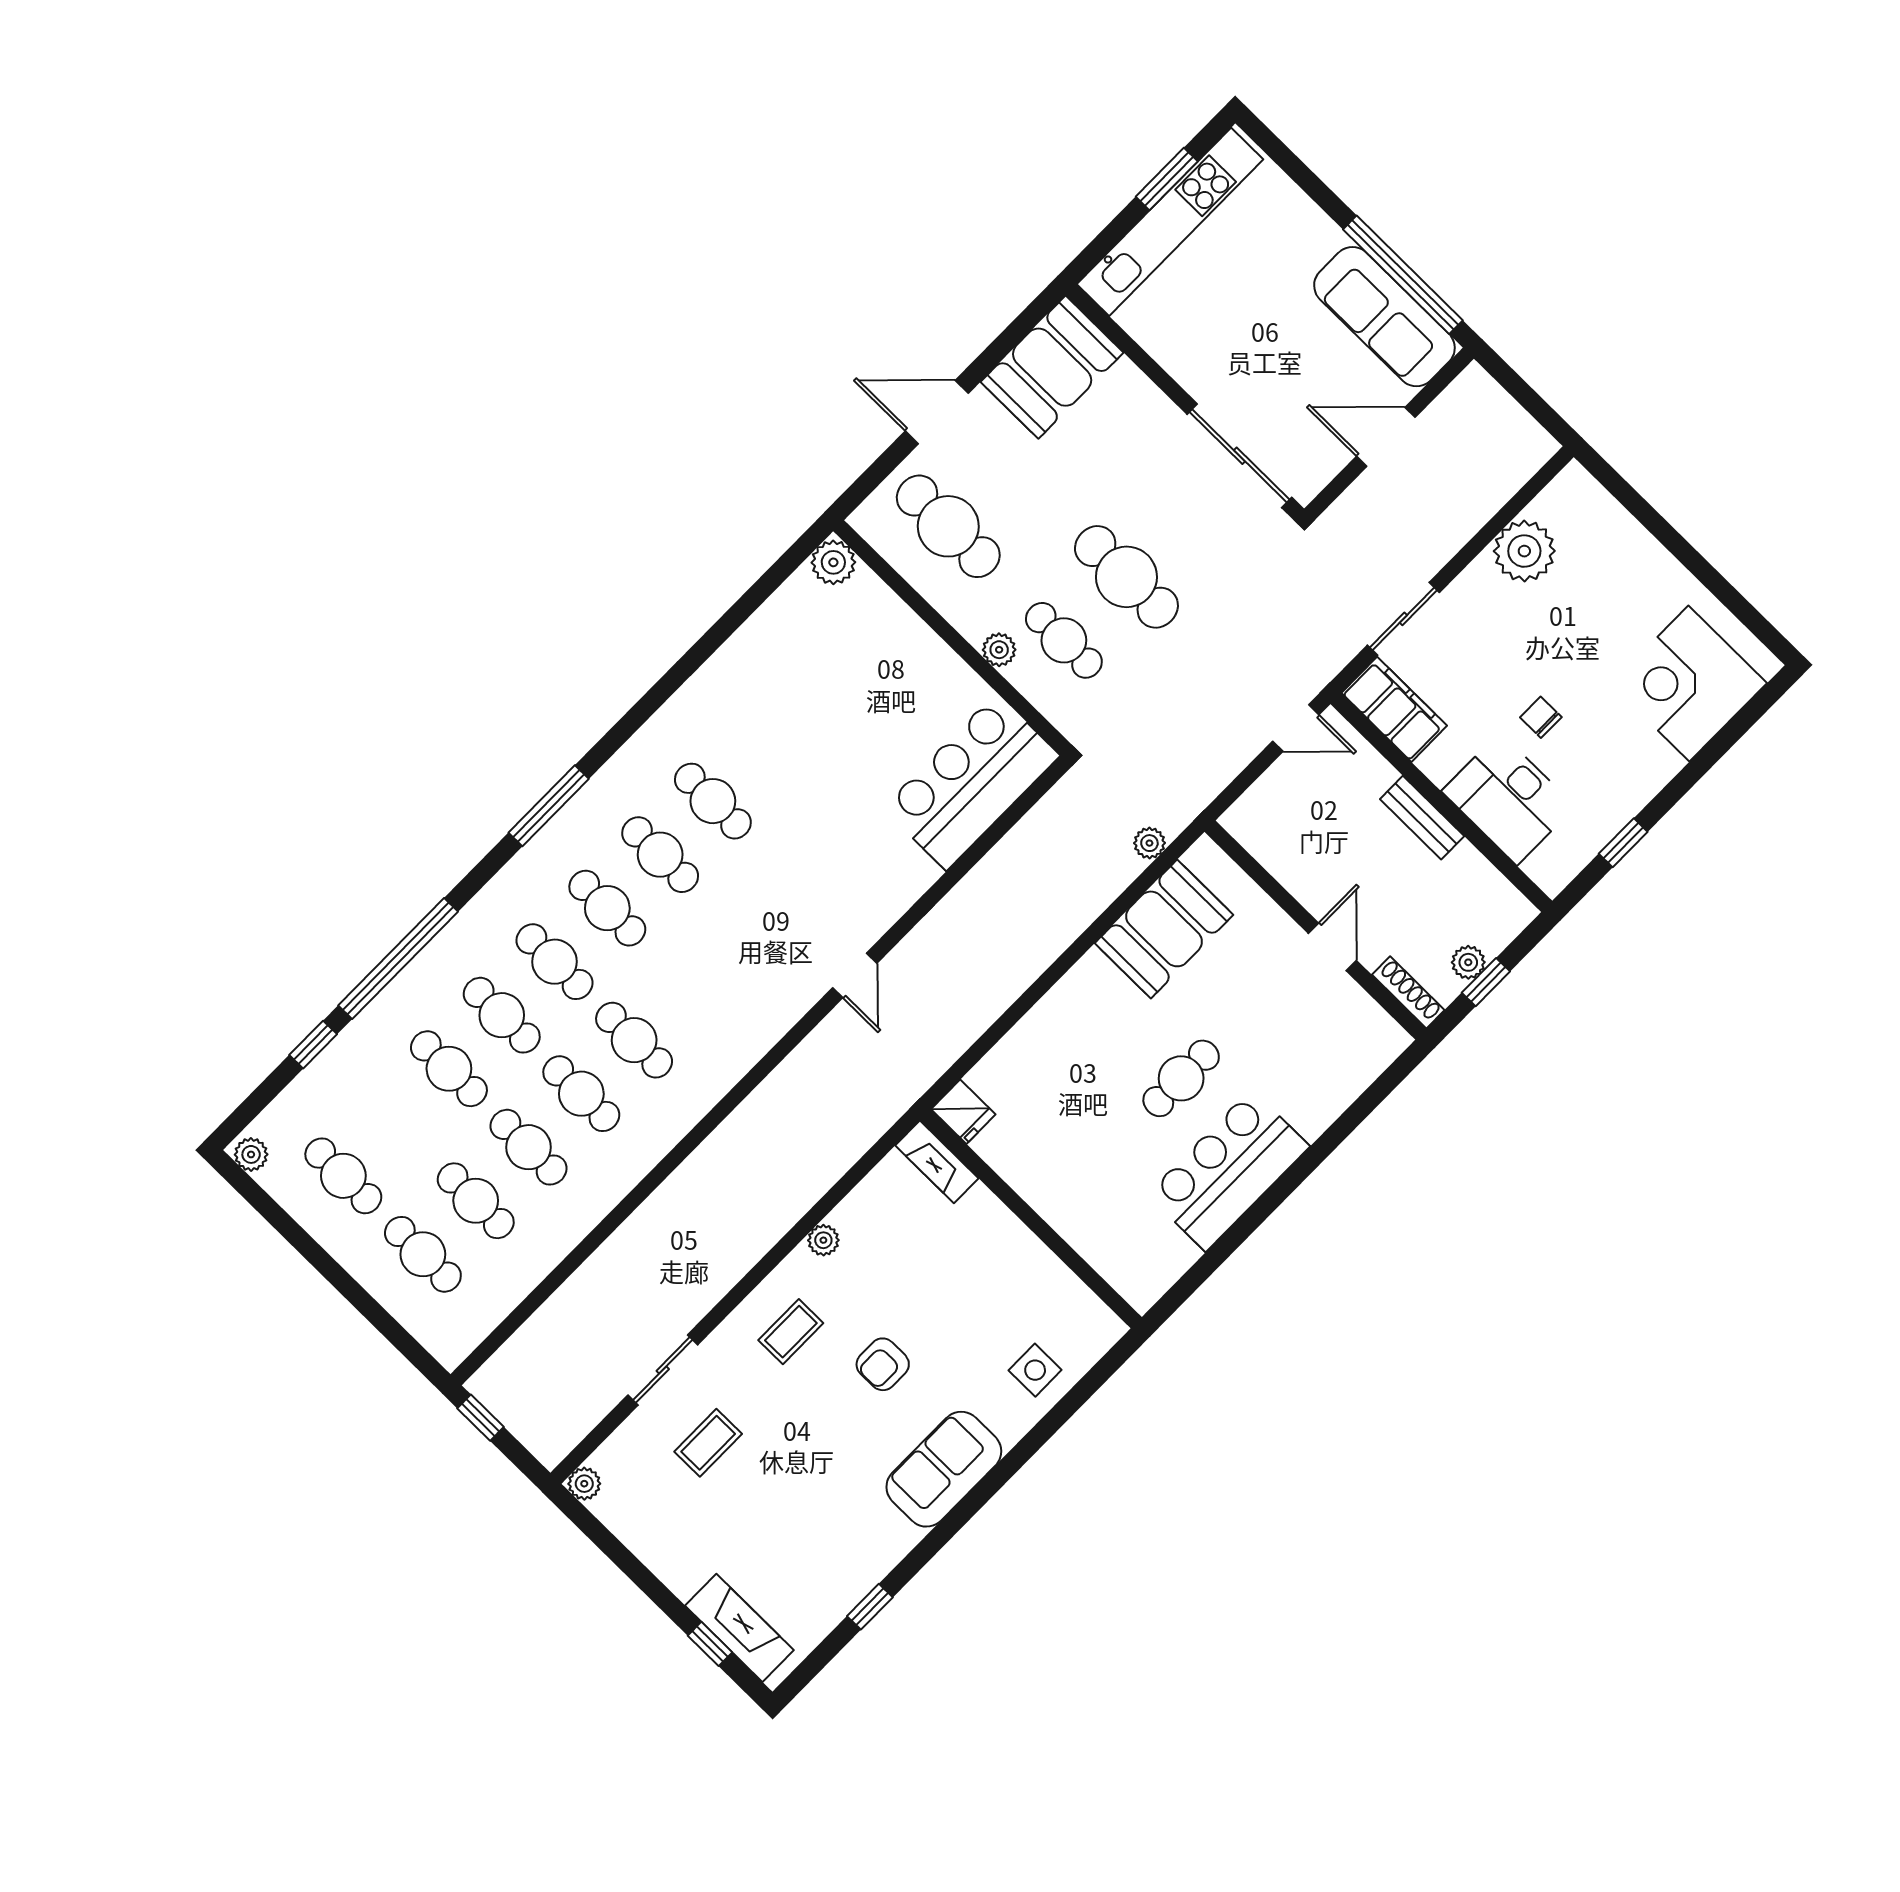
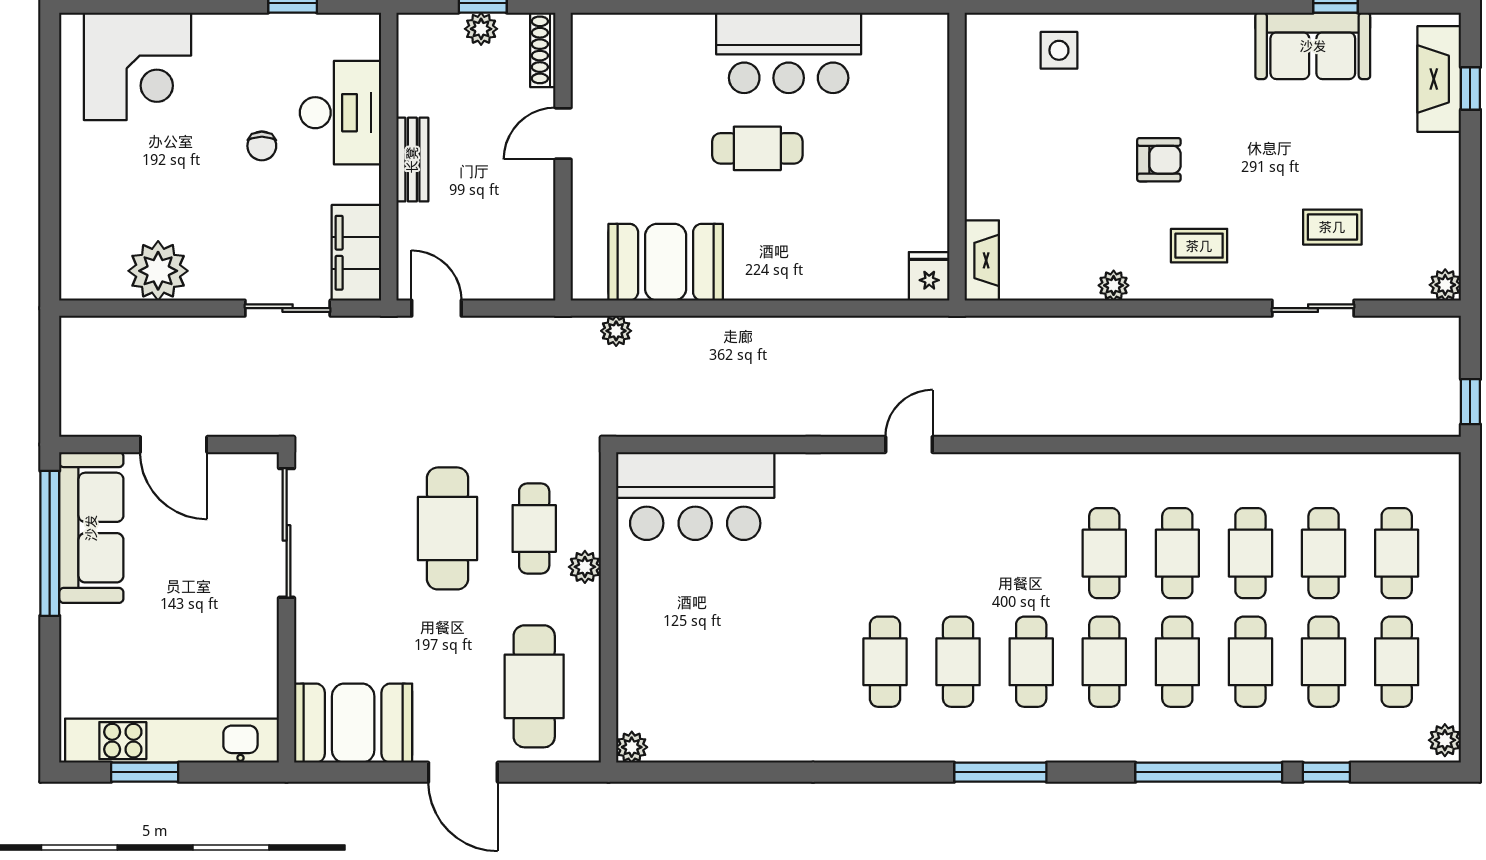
plant: (833, 562) -> (632, 747), width x0.73, depth x0.73
cafe table: (396, 1122) -> (1324, 662), added
sofa: (944, 1469) -> (1313, 46), moved

